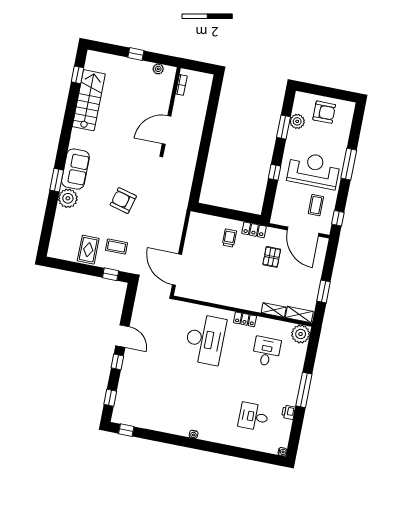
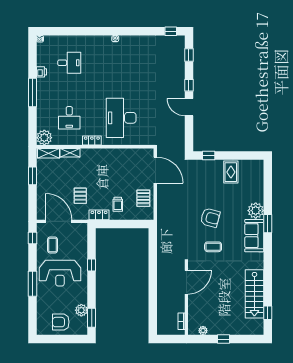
window: (283, 127) -> (92, 318), moved
pallet: (198, 239) -> (143, 198), added
coffee table: (117, 247) -> (213, 247), moved

